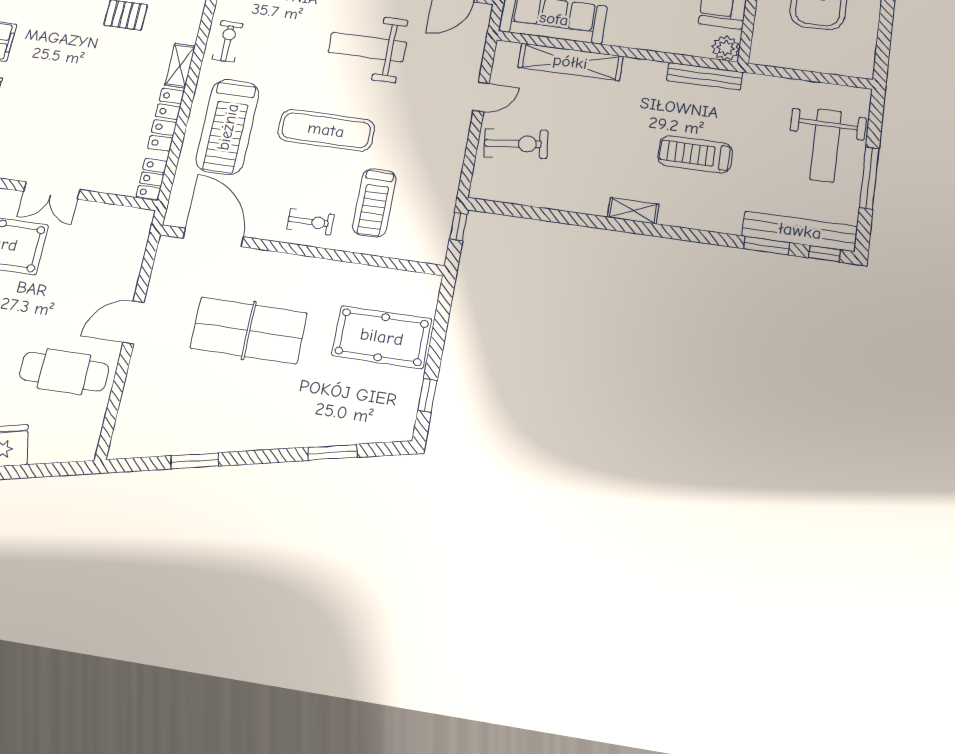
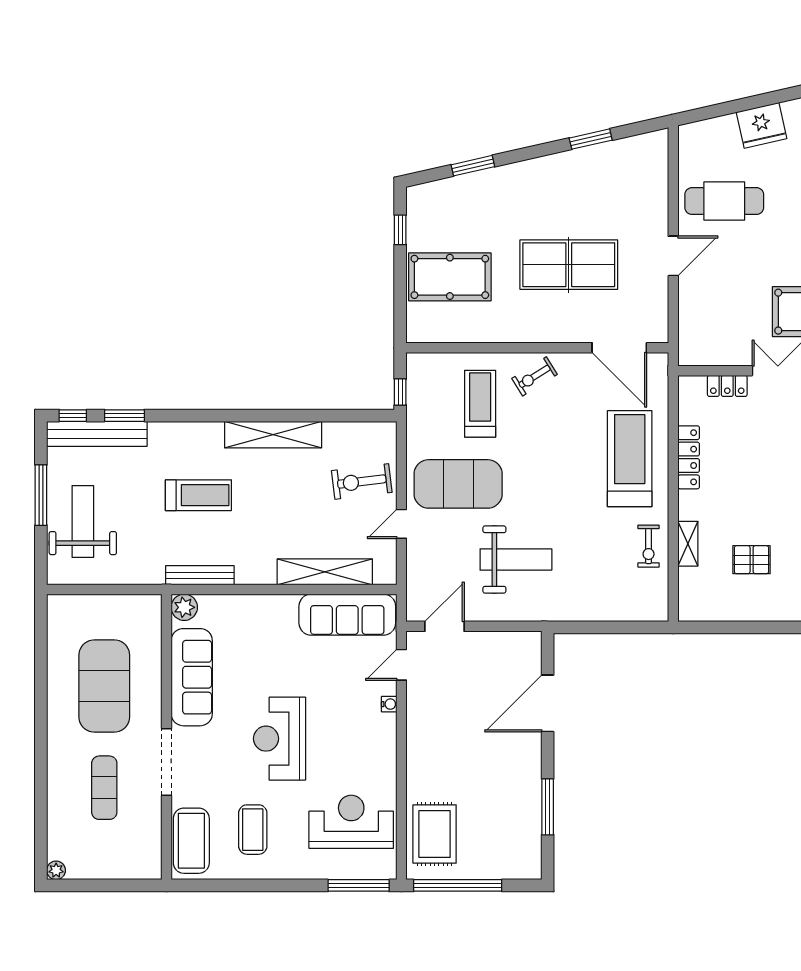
shelving: (180, 66) -> (688, 544), moved
exercise mat: (326, 130) -> (458, 484), moved, width x1.47
locker: (152, 179) -> (727, 386), moved, turned 90
shelving: (633, 211) -> (273, 435), width x2.20, depth x1.33
exercise bike: (310, 222) -> (535, 376), turned -32

